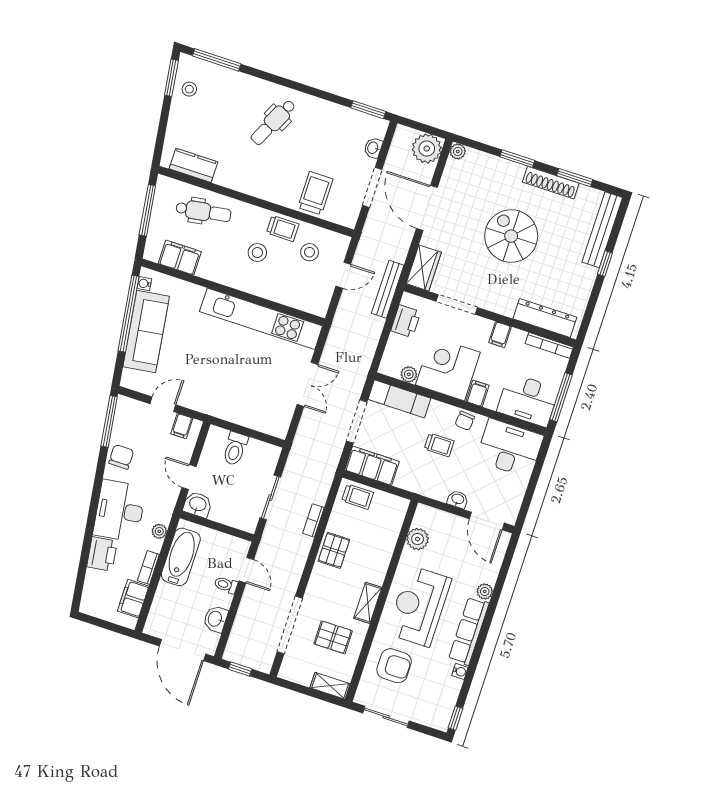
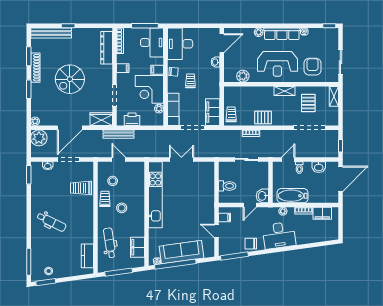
printer: (102, 554) -> (304, 237), removed

